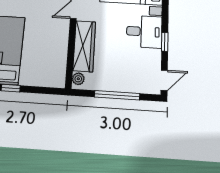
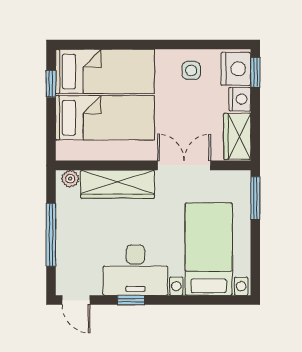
desk: (144, 32) -> (135, 270), width x1.37
bed: (38, 52) -> (105, 118), added

